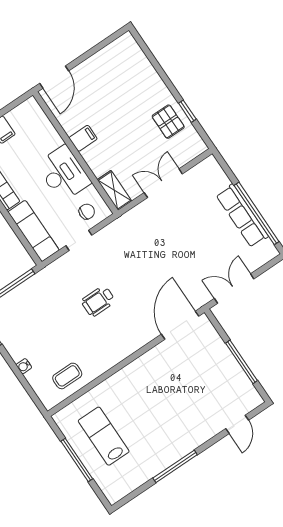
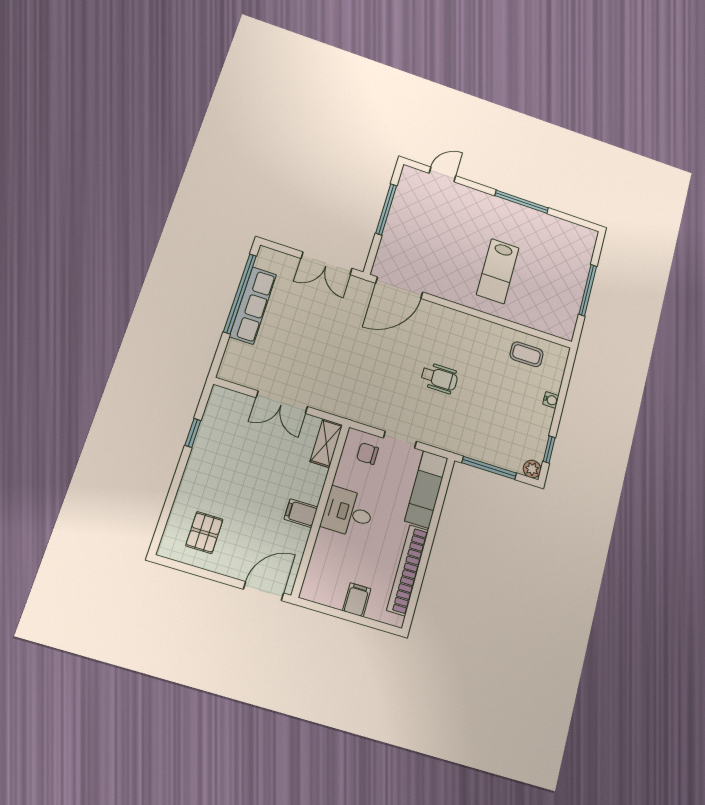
pallet: (168, 122) -> (204, 533), moved
desk: (63, 174) -> (348, 512), width x0.73
lab bench: (104, 436) -> (498, 271), moved

